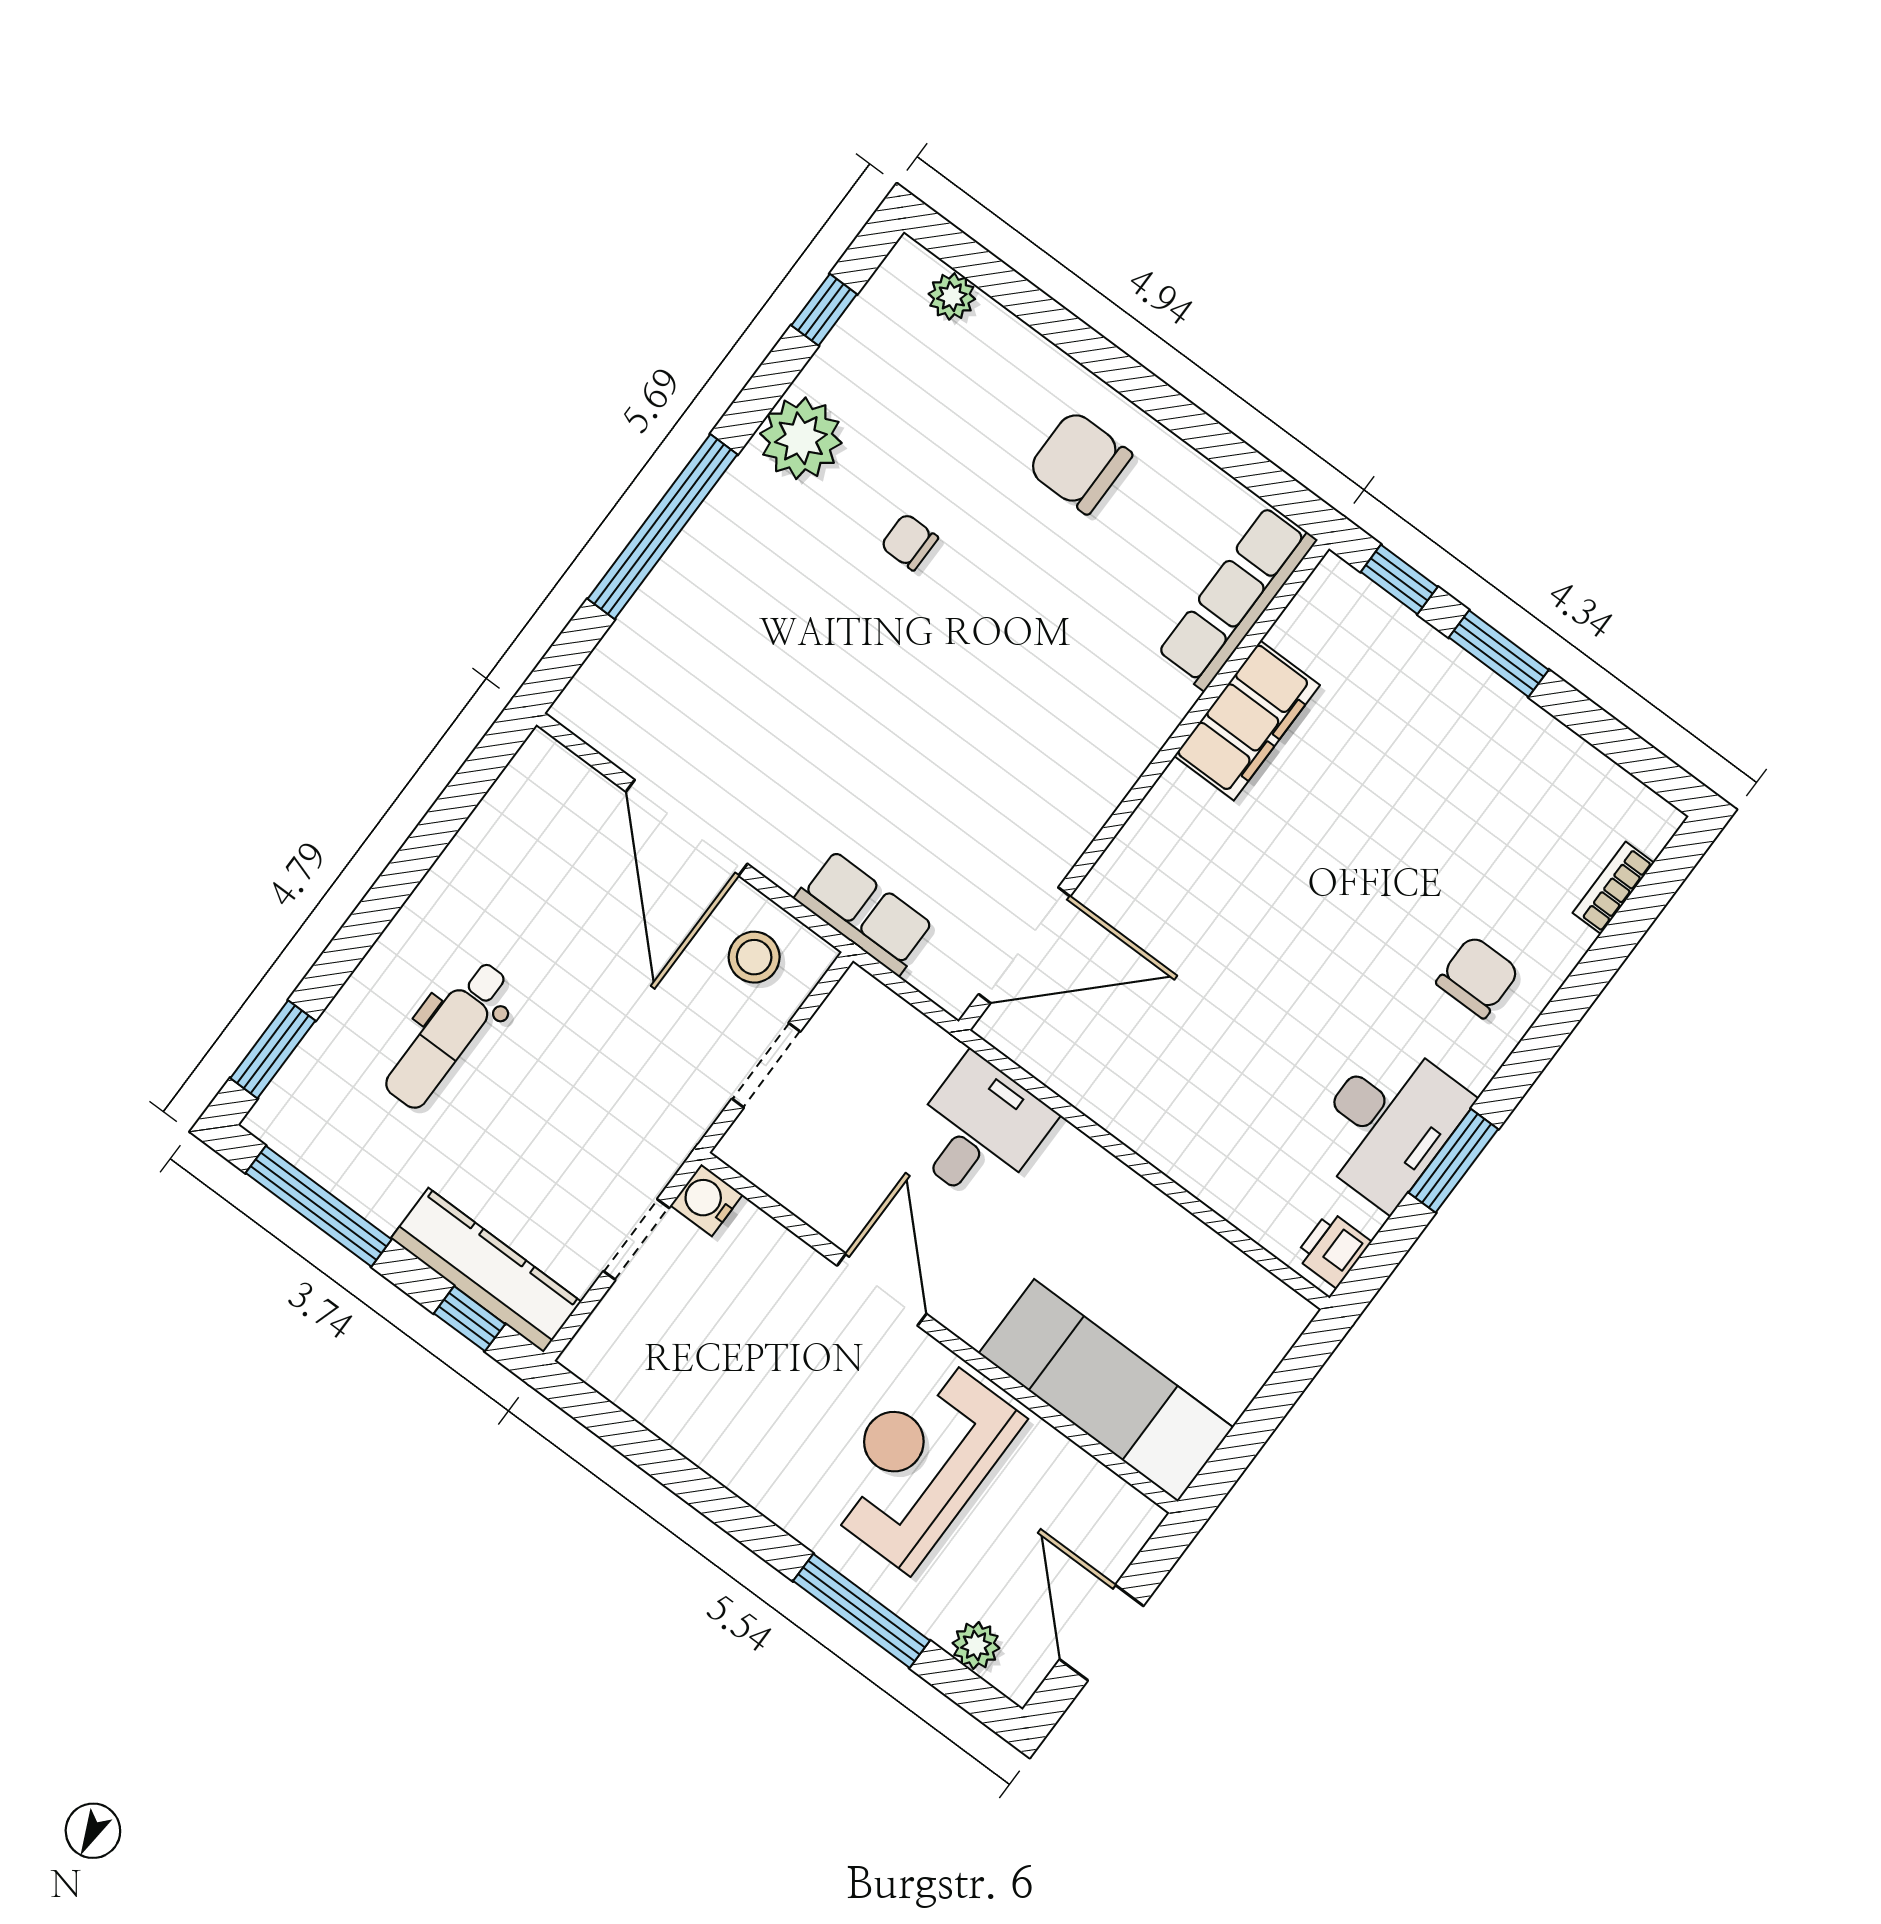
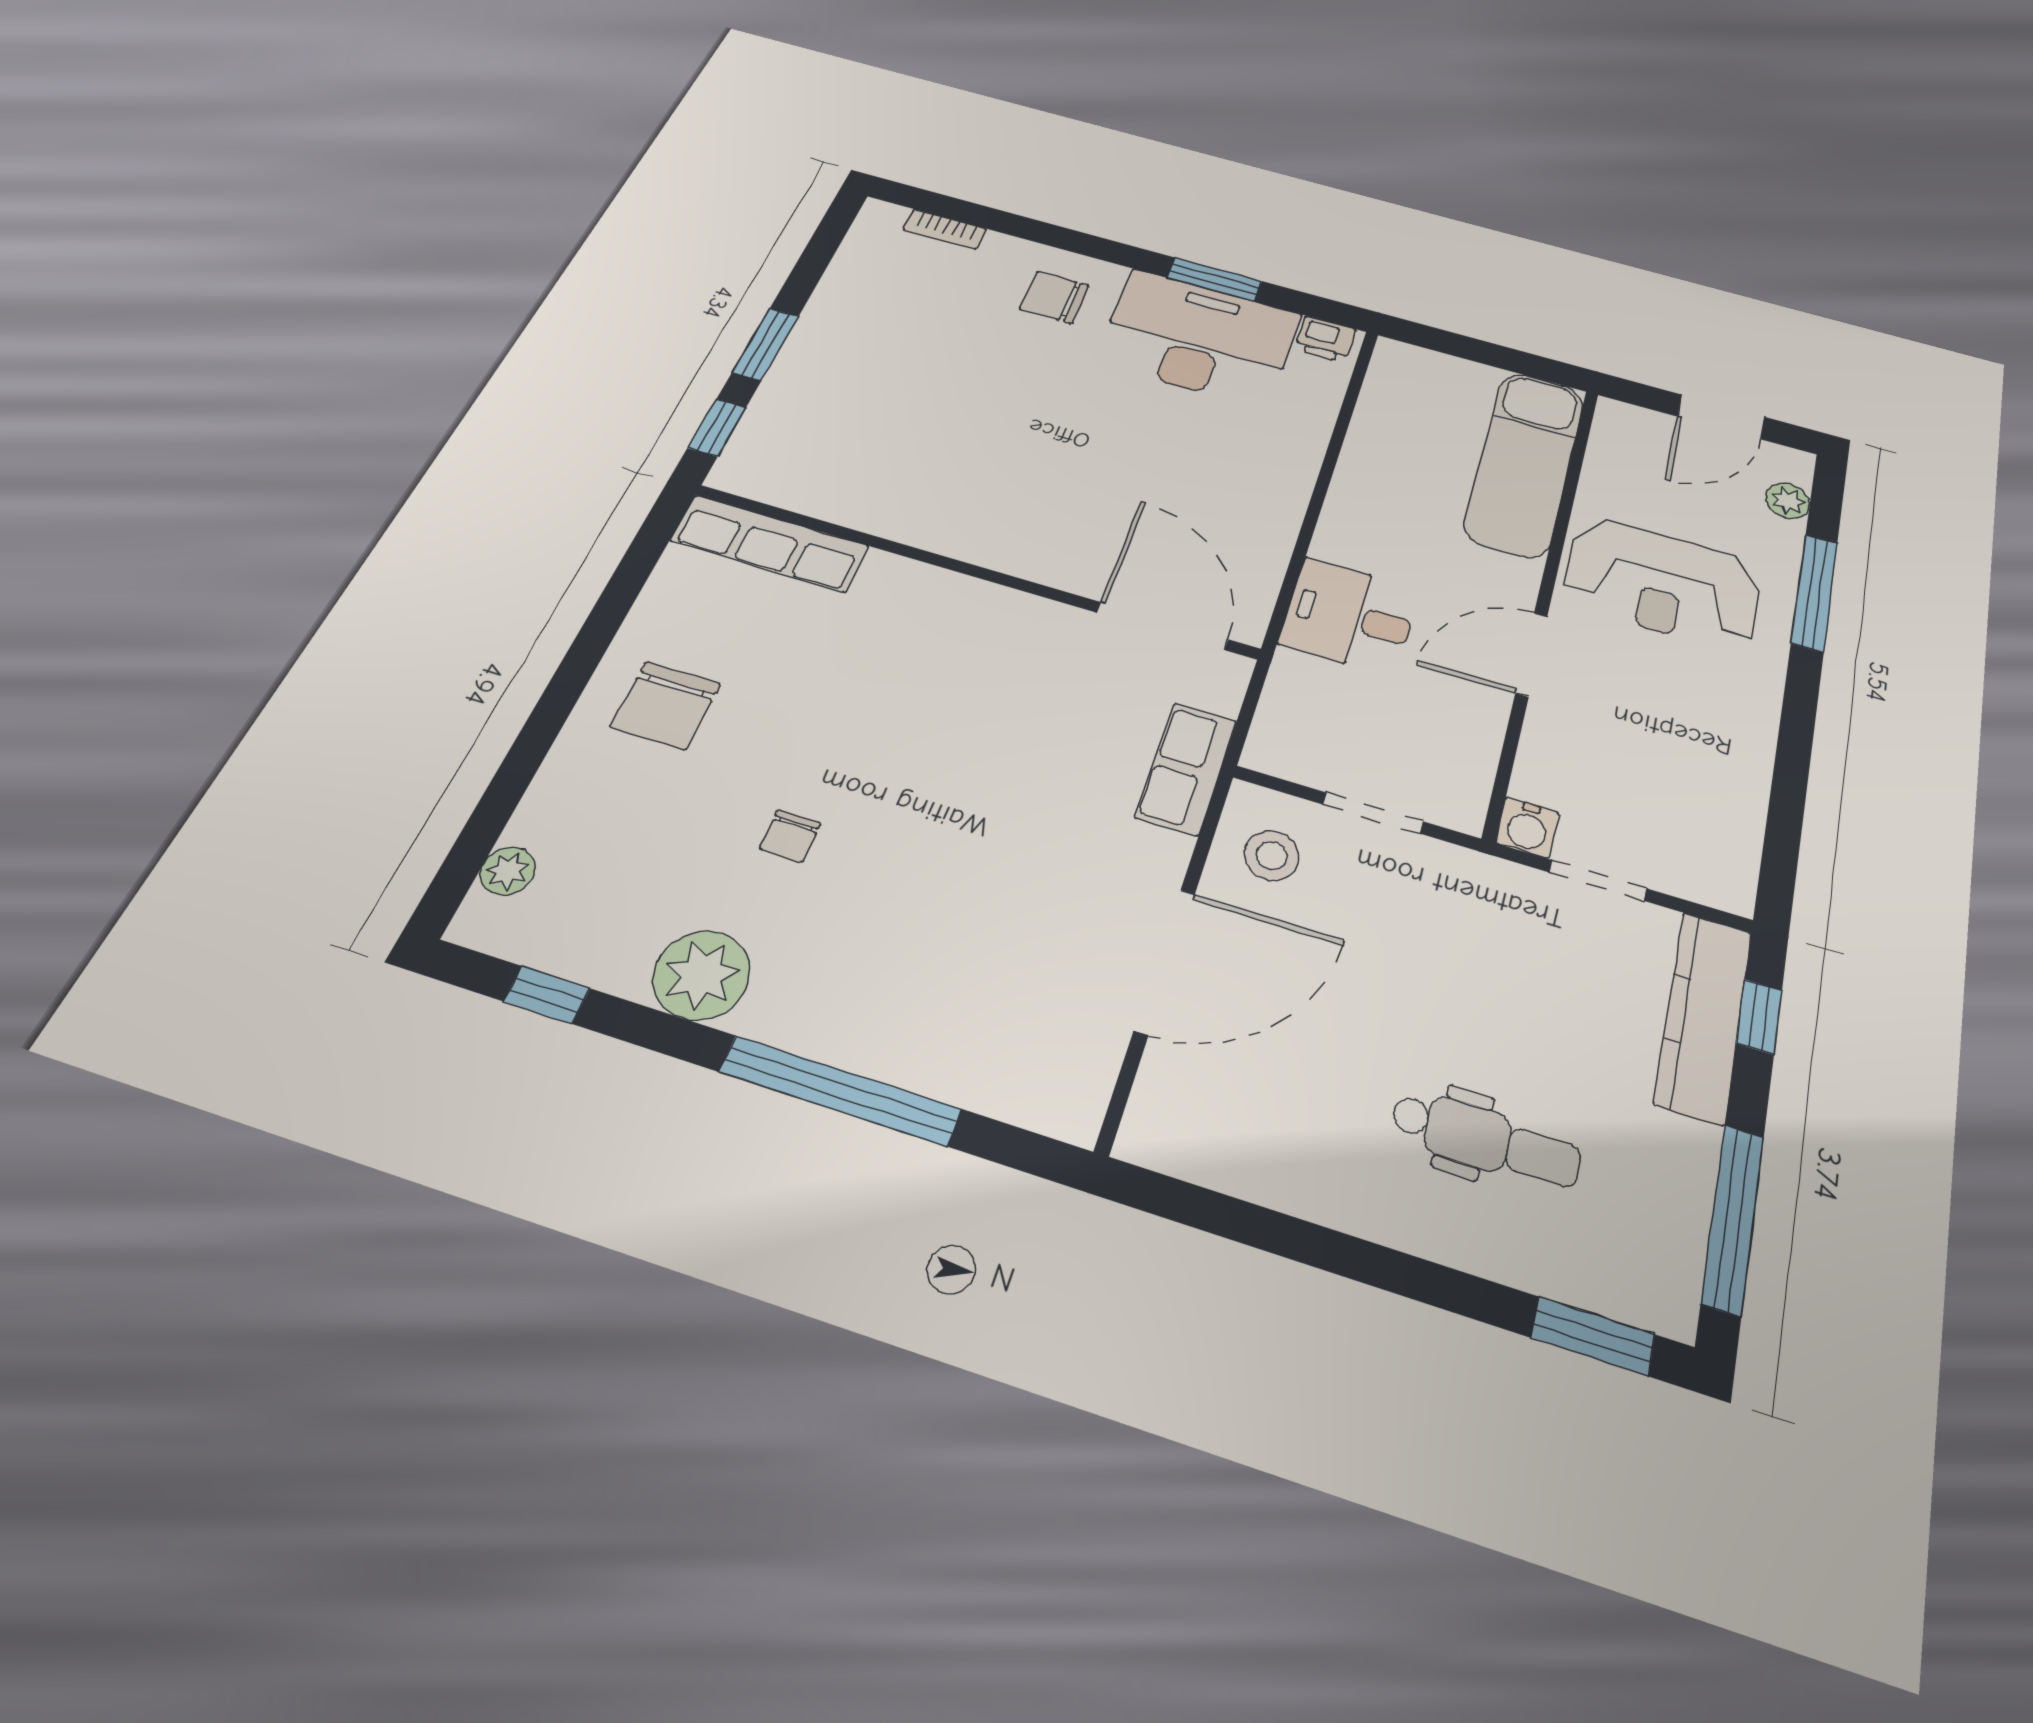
filing cabinet: (1247, 721) -> (885, 507), removed
desk: (1388, 1123) -> (1199, 338), width x1.36, depth x1.30

